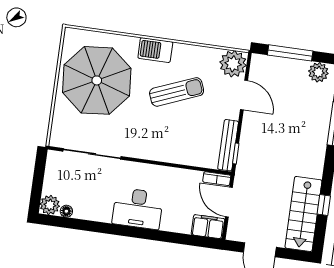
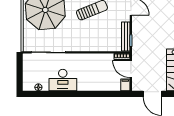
plant: (50, 205) -> (28, 85), removed
desk: (138, 208) -> (63, 80), moved
filing cabinet: (208, 227) -> (125, 85), width x0.50

